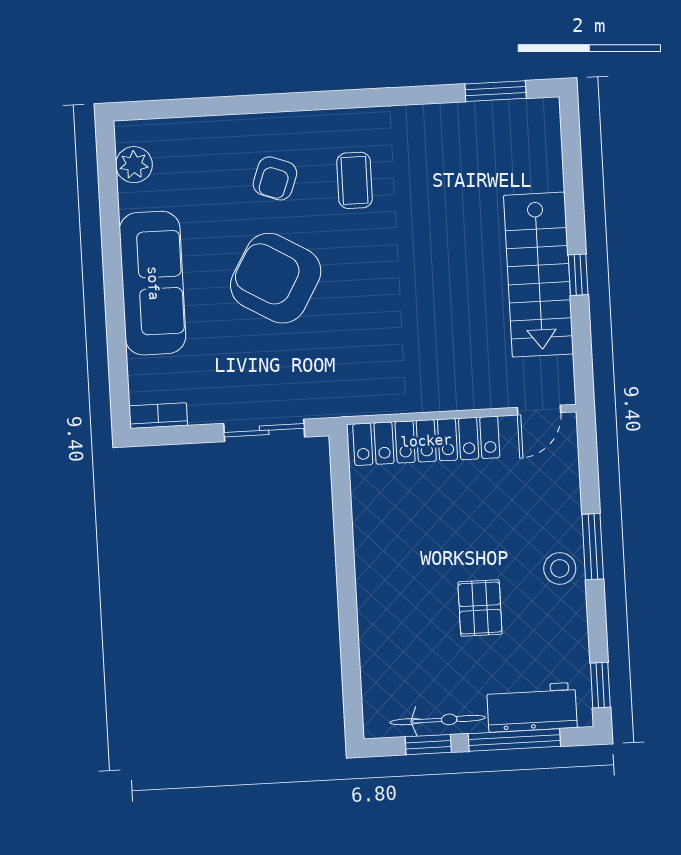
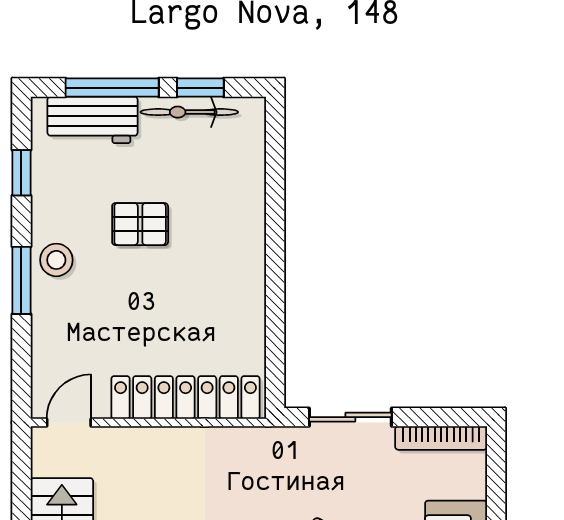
bookcase: (158, 416) -> (441, 438), width x1.56
pallet: (480, 608) -> (140, 224), turned 90
window: (600, 685) -> (21, 173), moved

